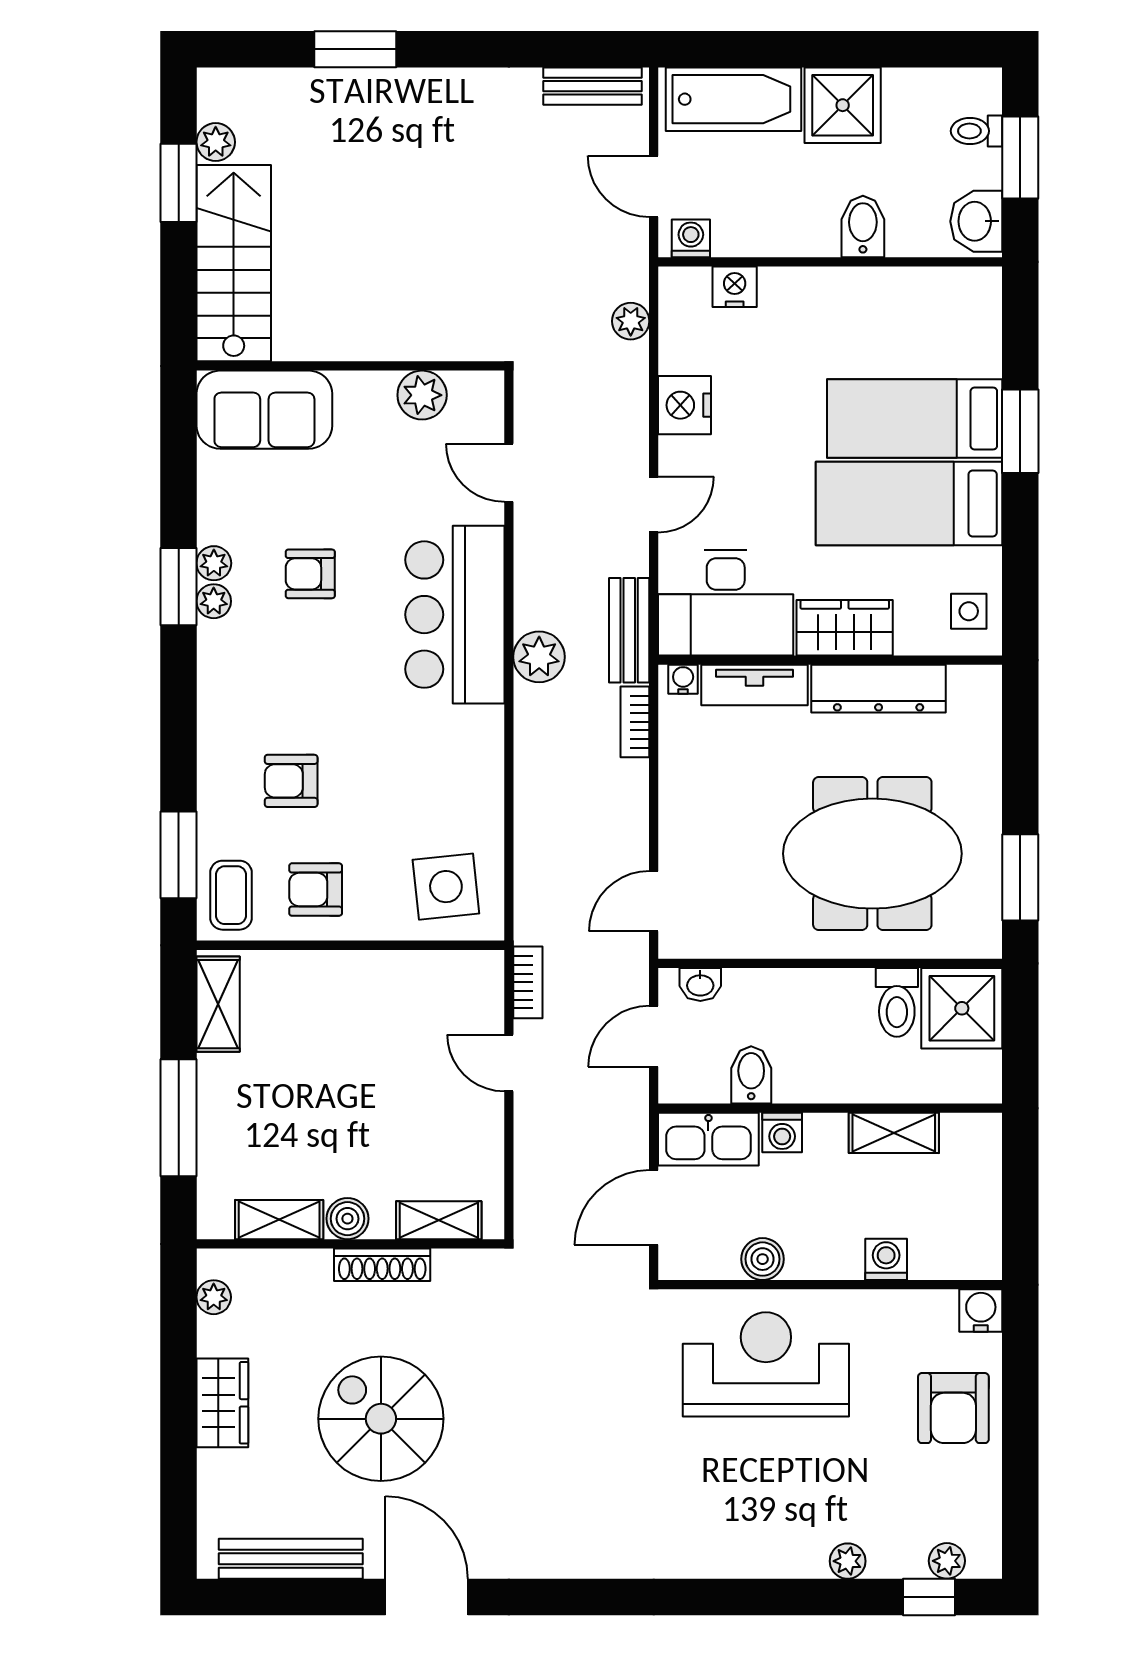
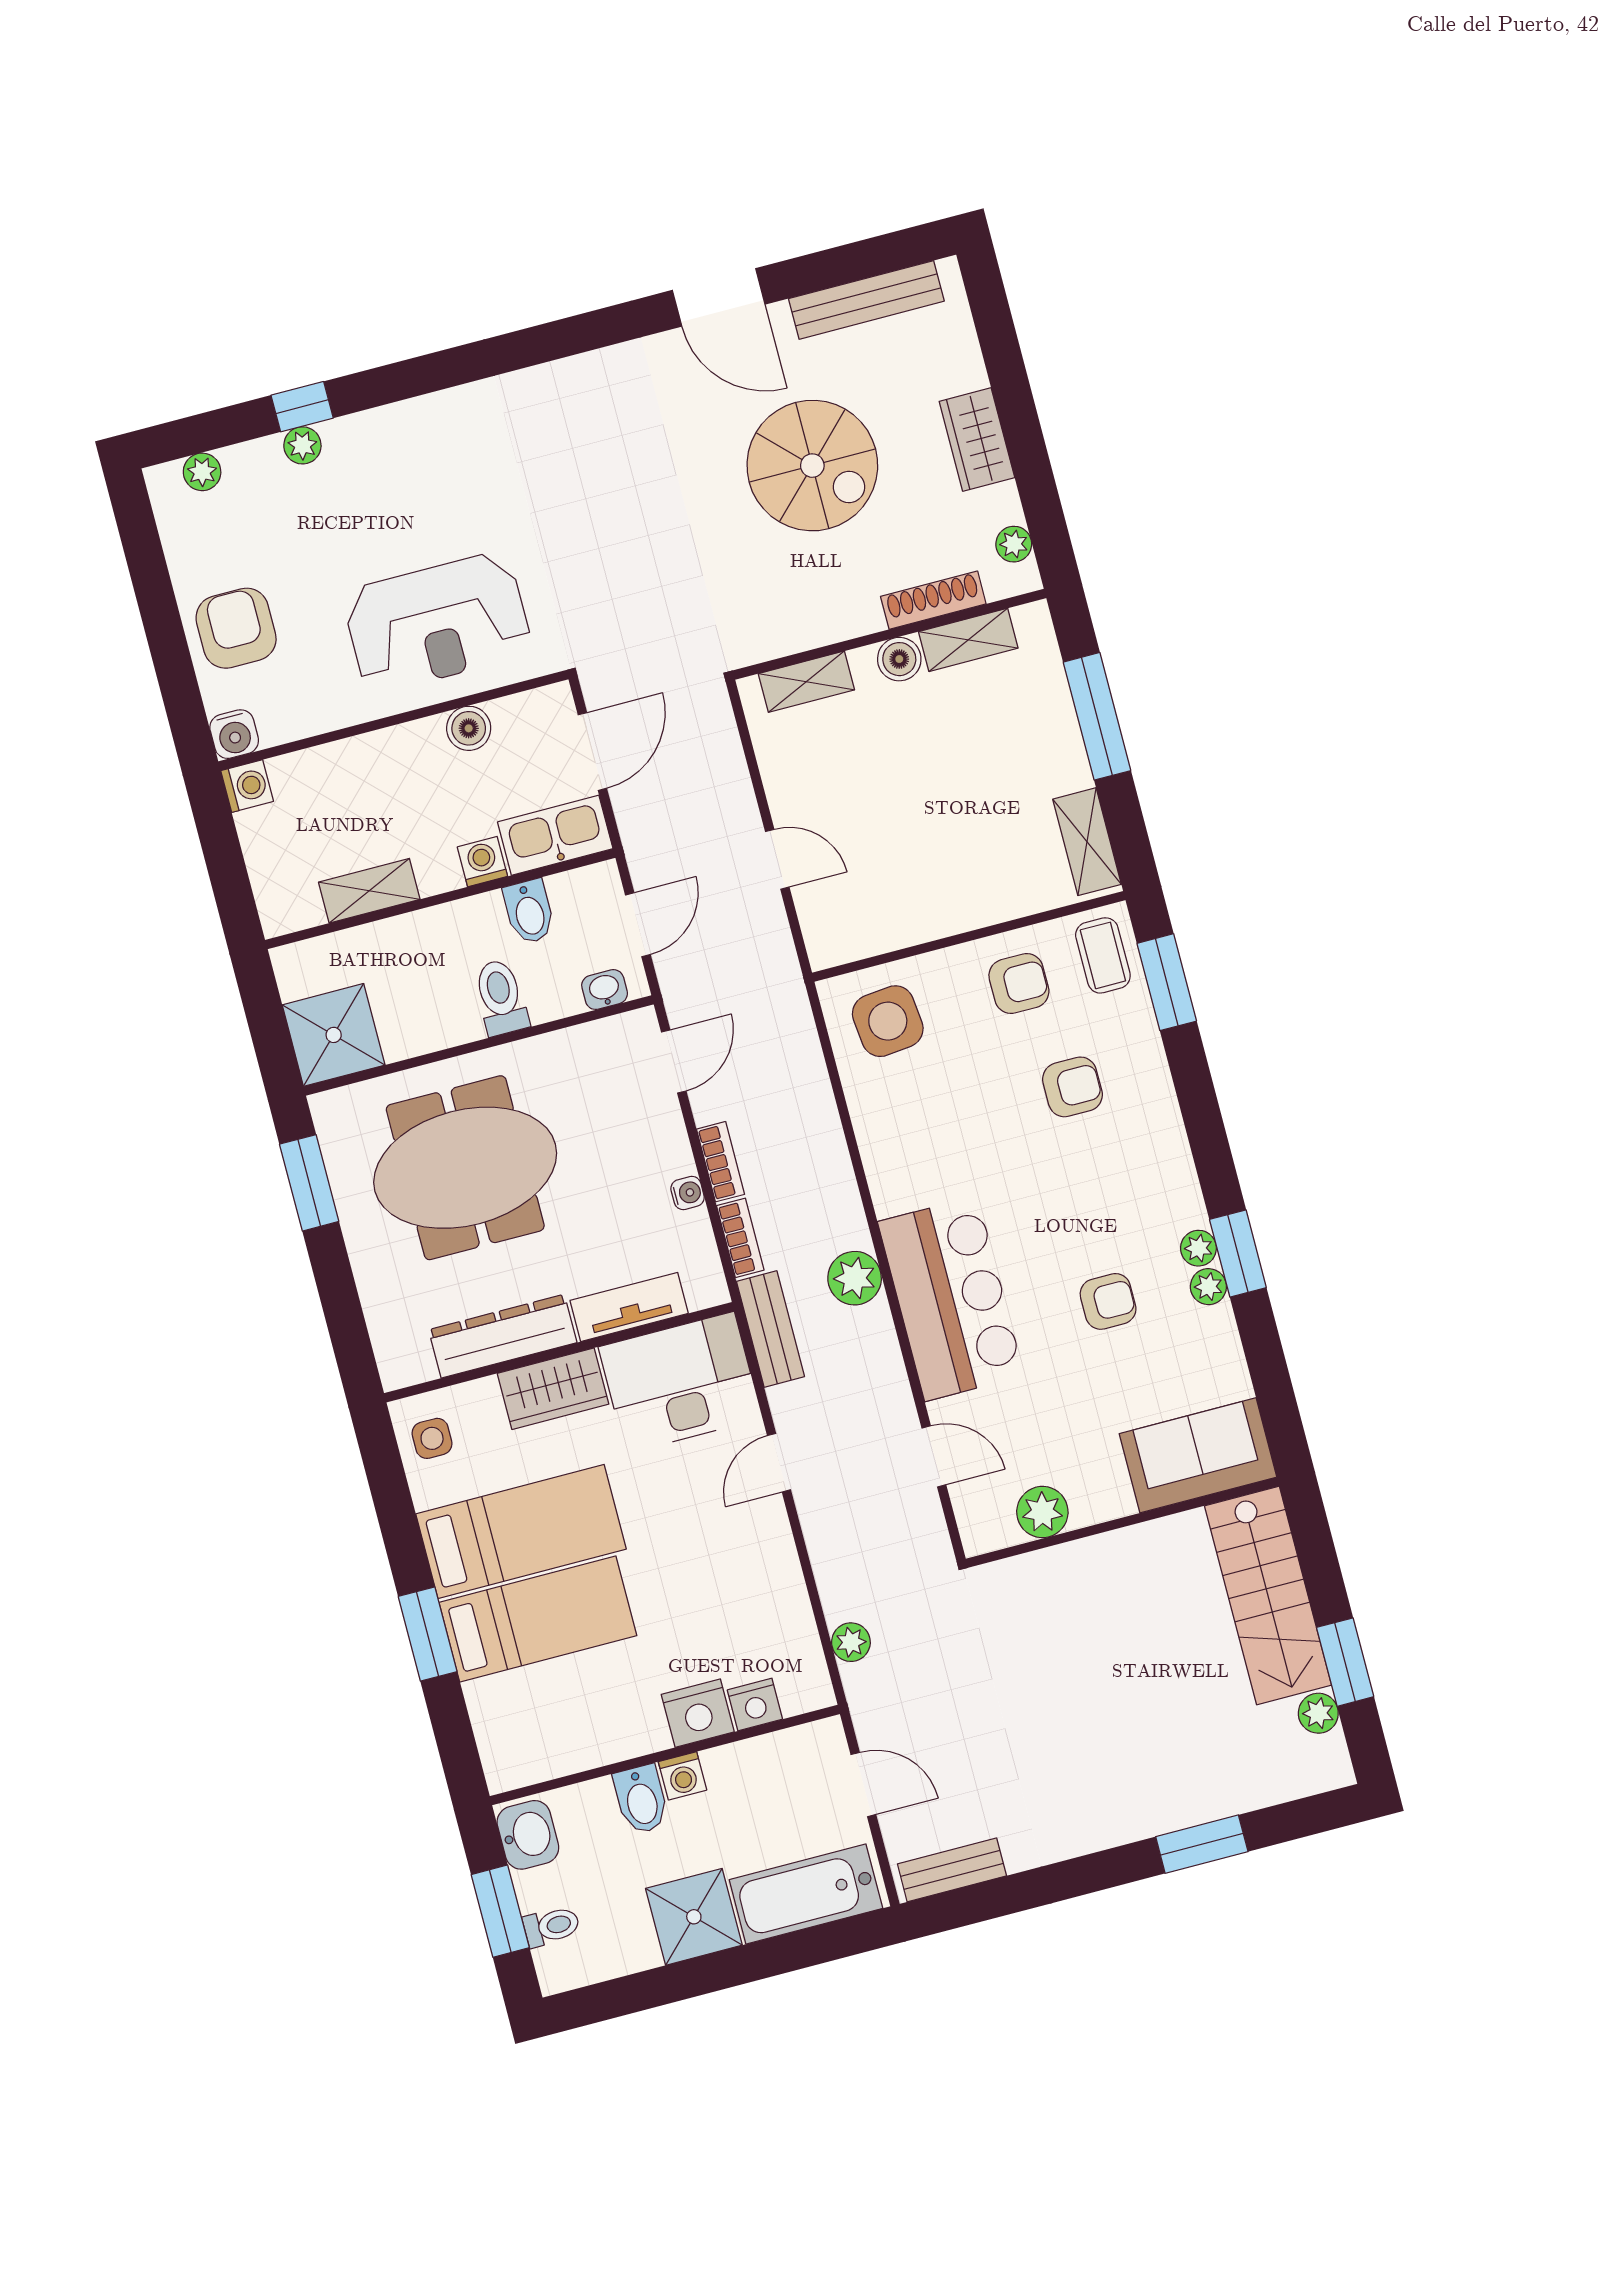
washing machine: (691, 238) -> (683, 1776), moved
nightstand: (685, 405) -> (698, 1713), moved, turned 90
water cooler: (683, 679) -> (688, 1193), moved, turned -90
bookcase: (528, 982) -> (721, 1162), moved, turned 180
toilet: (897, 1002) -> (501, 997), moved
washing machine: (886, 1259) -> (247, 786), moved, turned -90
shoe rack: (382, 1265) -> (933, 600), moved
window: (929, 1597) -> (302, 407), moved

